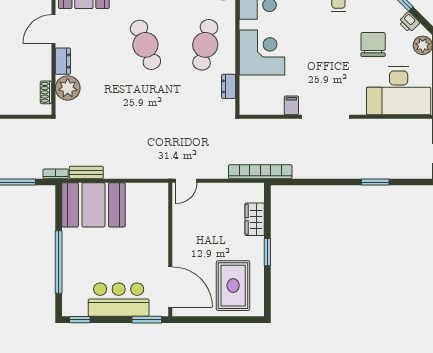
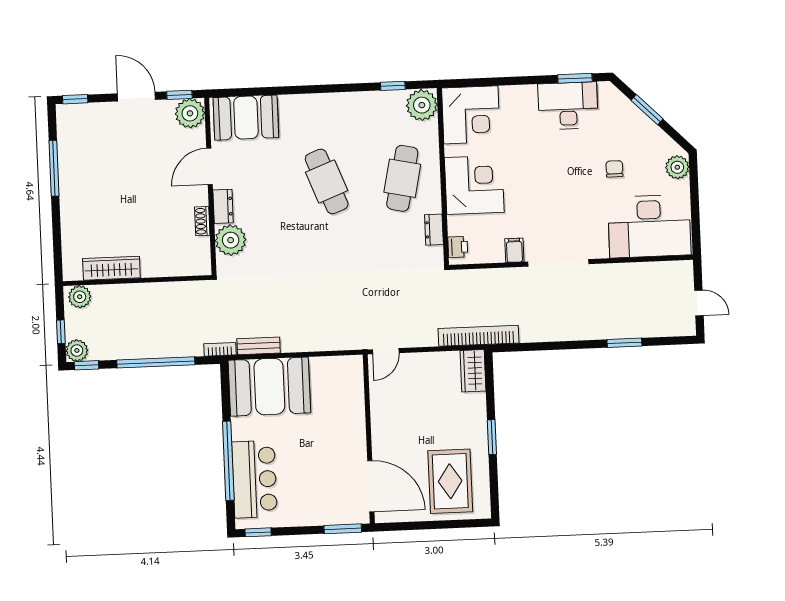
printer: (409, 22) -> (458, 247), moved, turned -135
chair: (373, 44) -> (614, 169), width x0.54, depth x0.54
shoe rack: (46, 92) -> (202, 221), moved
wardrobe: (255, 219) -> (473, 371), moved
bar counter: (119, 300) -> (254, 479), moved, turned 90

